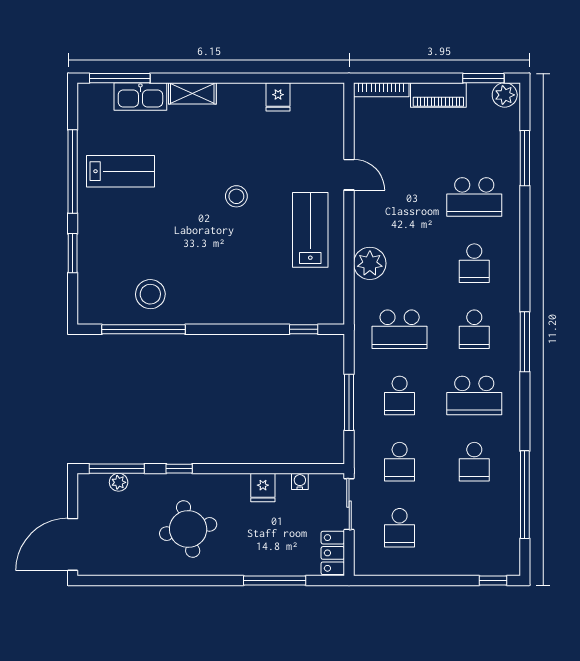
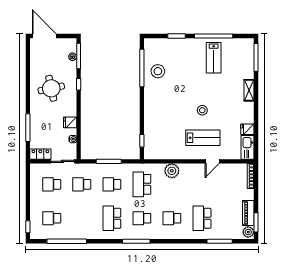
piano: (438, 95) -> (248, 213), moved
kitchen sink: (140, 97) -> (248, 147), moved
lab bench: (310, 230) -> (203, 138), moved
school desk: (474, 462) -> (52, 218), moved

